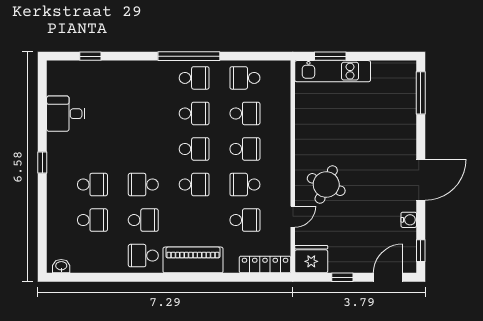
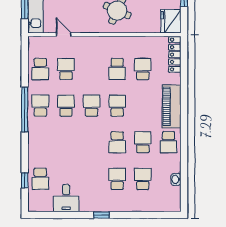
school desk: (245, 149) -> (40, 179), moved, turned 180
door: (293, 217) -> (64, 35), moved
washbasin: (61, 266) -> (176, 179), moved

